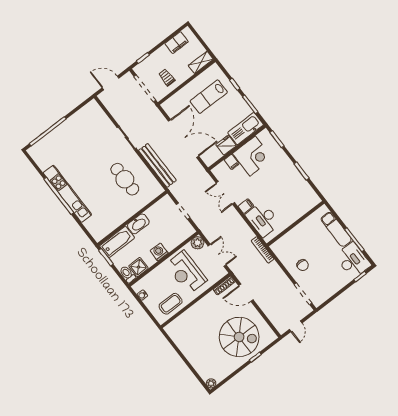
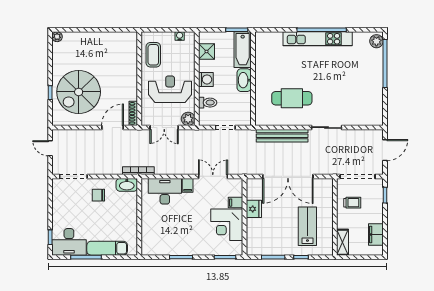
kitchen sink: (246, 129) -> (255, 237), removed
plant: (36, 150) -> (376, 41), added
washbasin: (279, 250) -> (127, 185), added
toilet: (127, 274) -> (208, 103), moved

